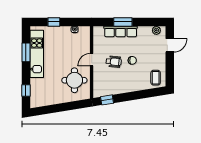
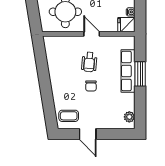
fridge: (84, 33) -> (126, 24), added
door: (170, 45) -> (88, 134), moved
window: (107, 100) -> (40, 54), removed

